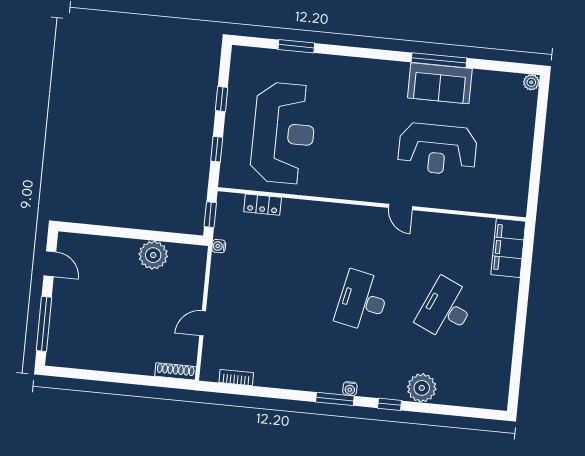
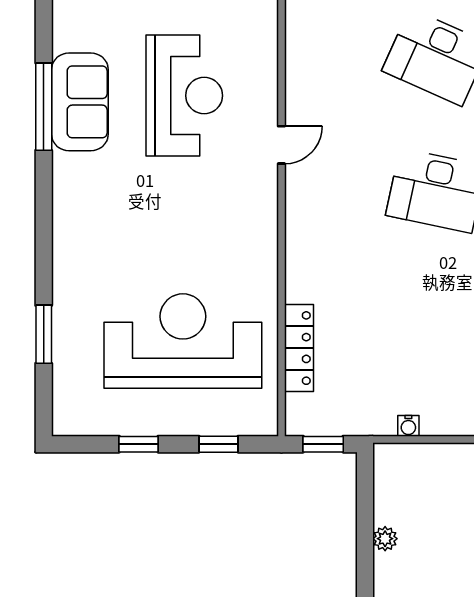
locker: (263, 205) -> (299, 348), width x1.53
water cooler: (219, 246) -> (408, 426), moved
plant: (153, 255) -> (385, 539), width x0.53, depth x0.53

